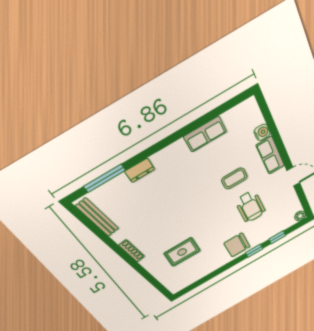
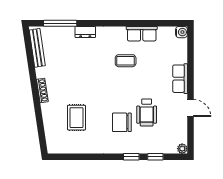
water cooler: (262, 132) -> (181, 32), moved
coffee table: (234, 178) -> (126, 61), moved
chair: (237, 245) -> (122, 122), moved
rug: (182, 252) -> (76, 118), turned 90

